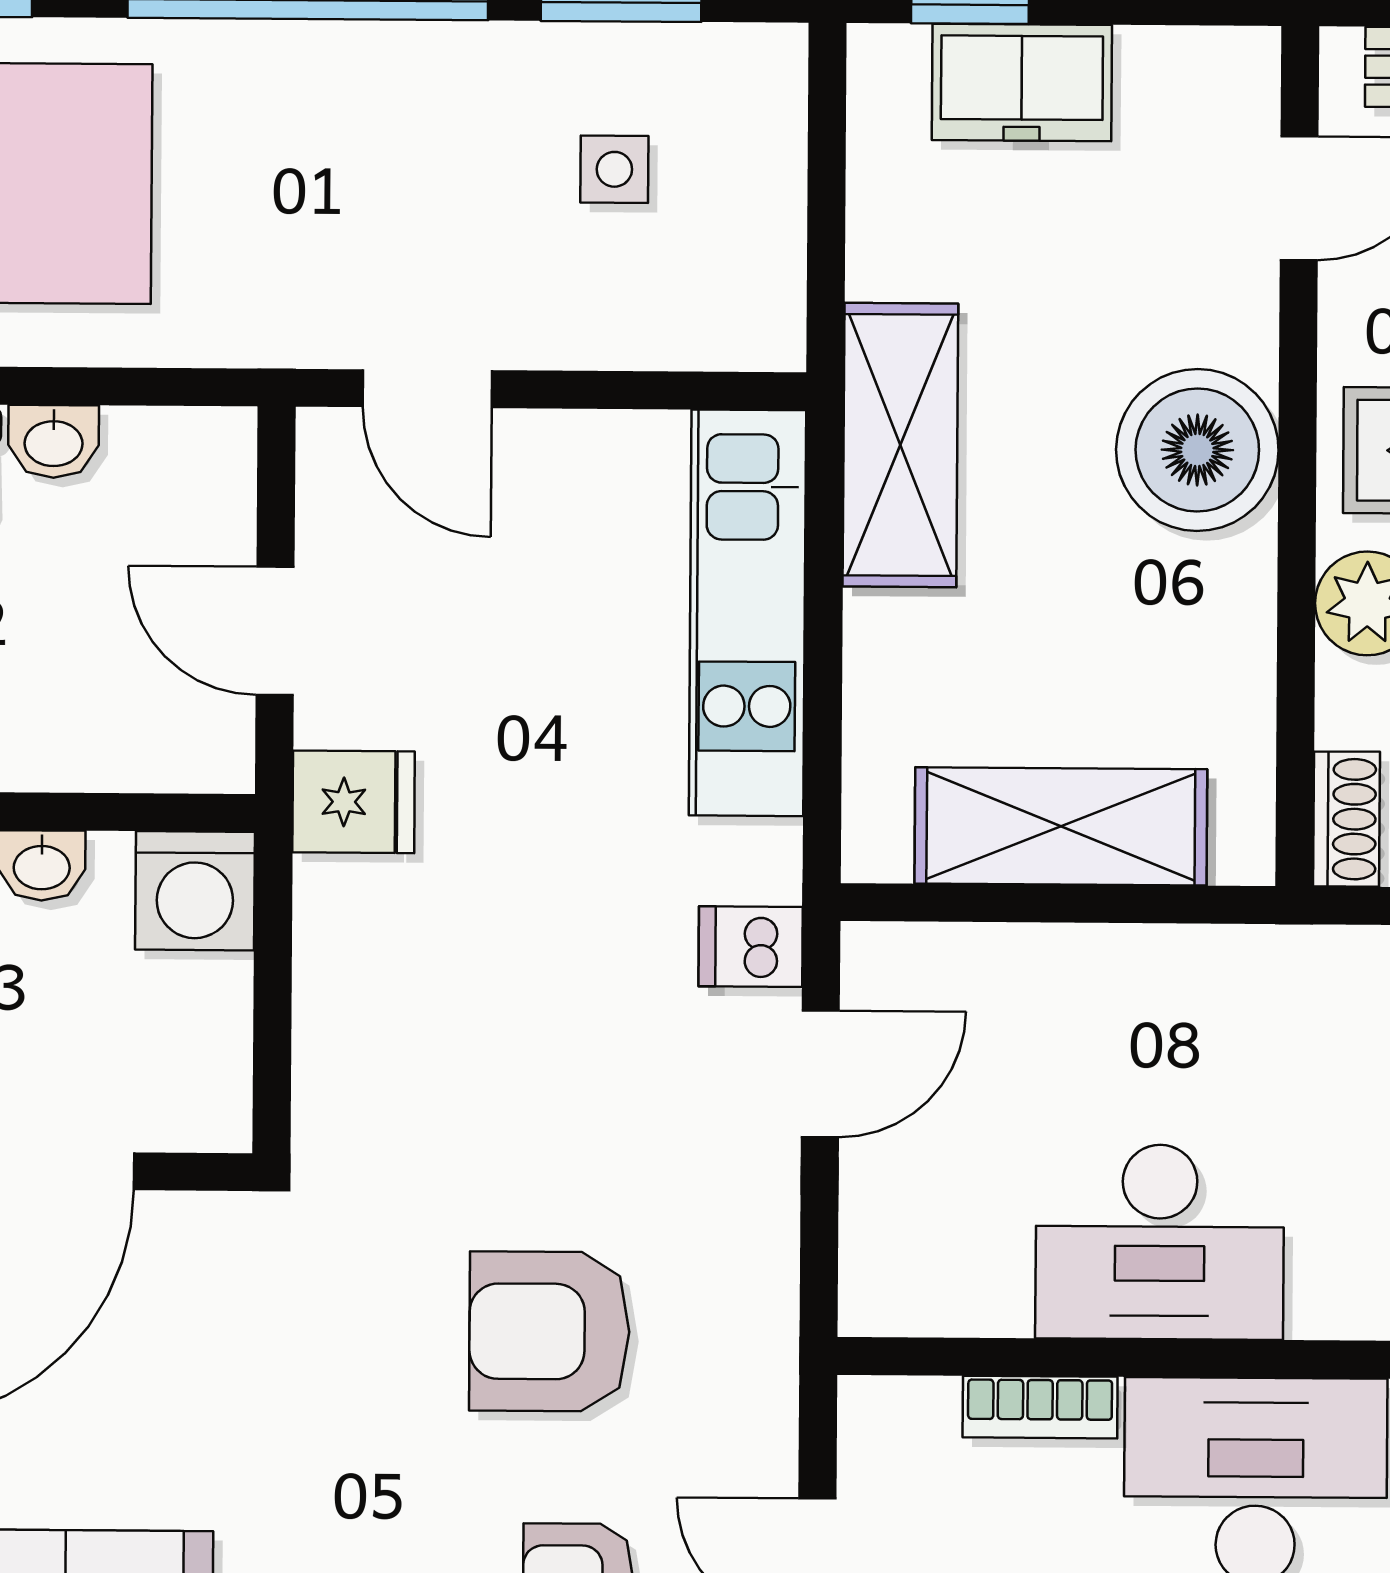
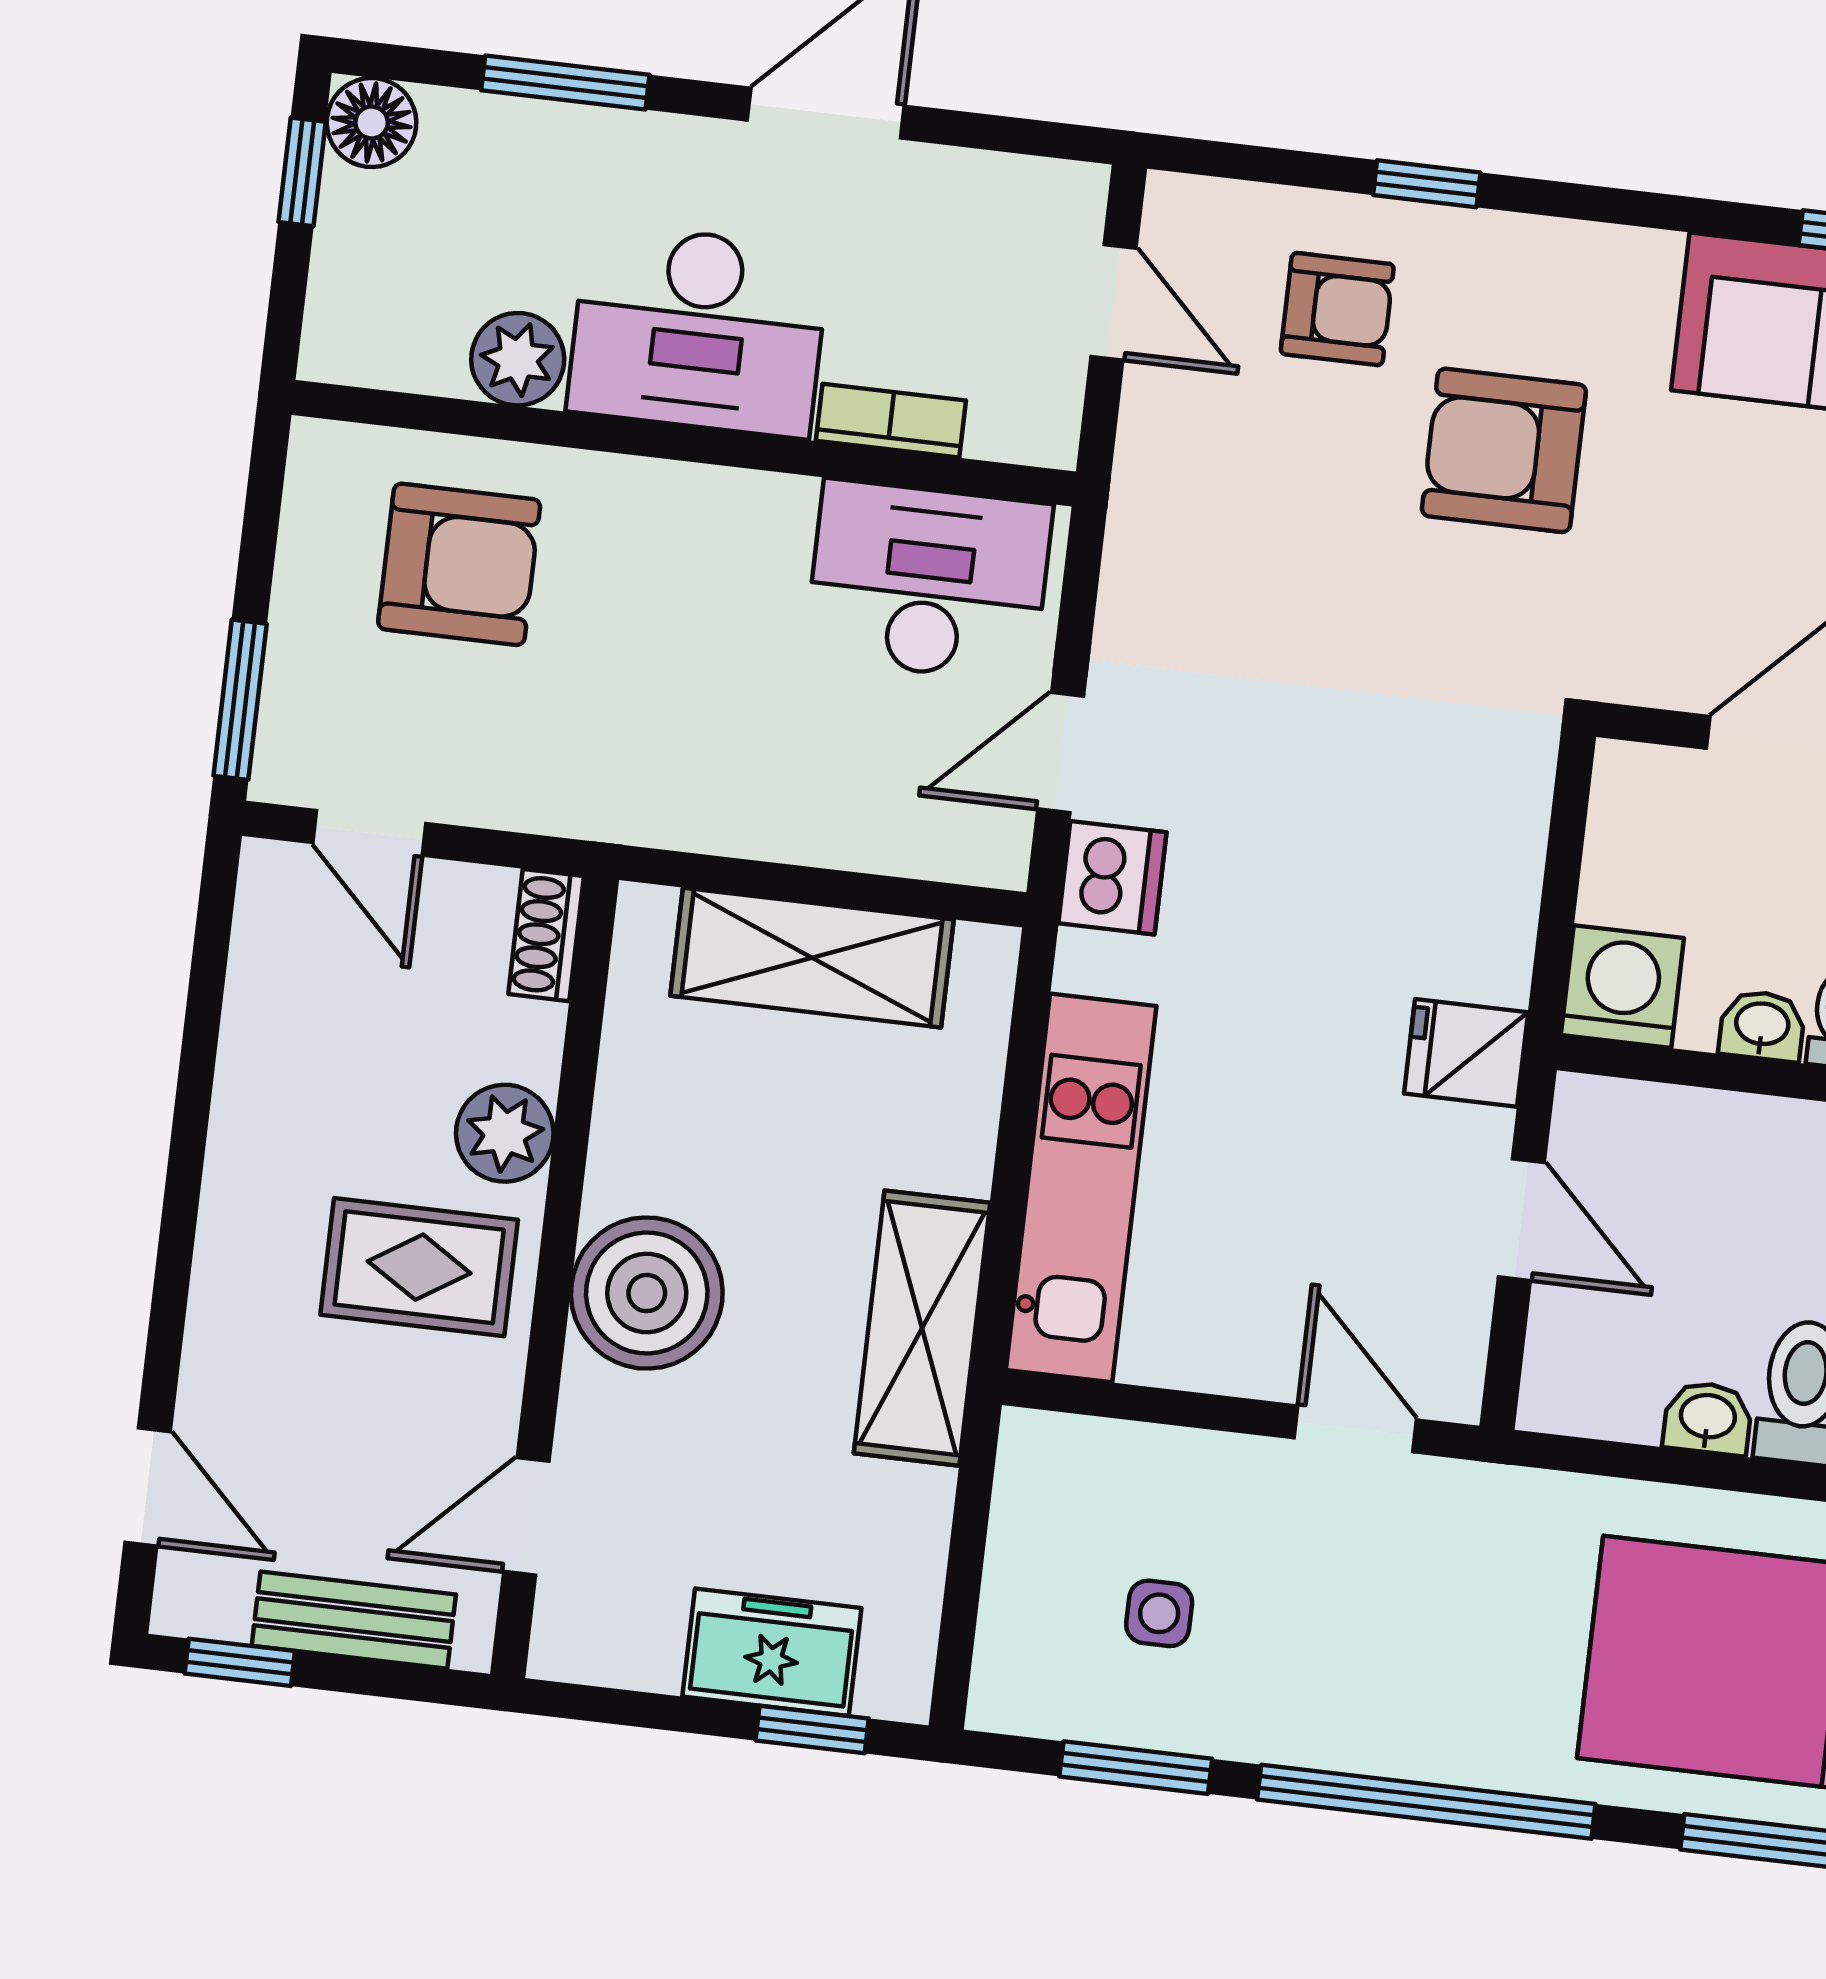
dishwasher: (751, 947) -> (1112, 878), width x1.38
desk: (1160, 1242) -> (928, 581), moved
armchair: (549, 1331) -> (1504, 450), moved, turned 180

